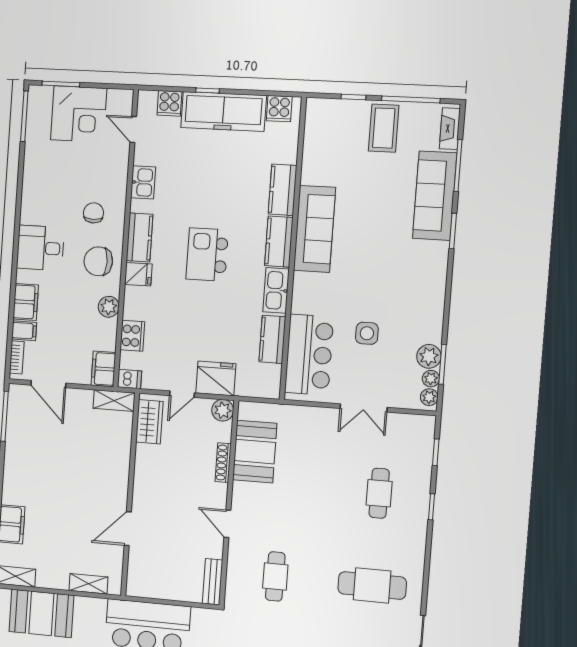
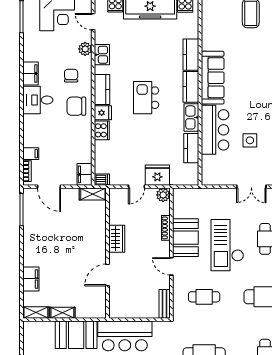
filing cabinet: (26, 302) -> (30, 73), moved
plant: (109, 307) -> (85, 49), moved
cooker: (132, 336) -> (102, 130), moved
bar counter: (309, 355) -> (215, 130), moved
wardrobe: (149, 422) -> (117, 239), moved
booth: (255, 452) -> (185, 238), moved
checkout: (318, 498) -> (227, 245), added
cafe table: (275, 576) -> (204, 297), turned 90
shelving: (88, 584) -> (62, 313), moved
booth: (41, 613) -> (76, 335), moved

